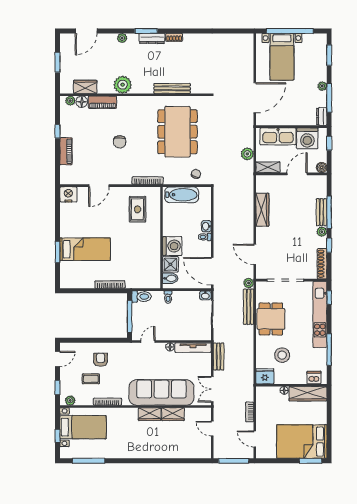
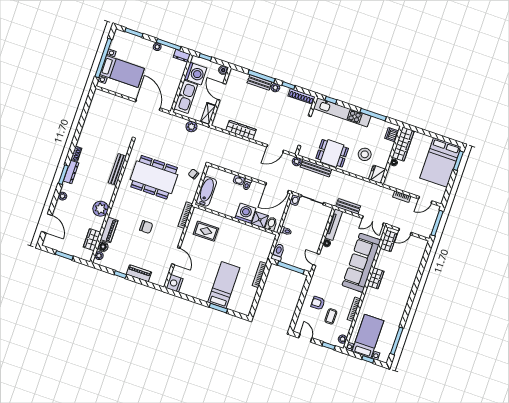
wardrobe: (173, 414) -> (389, 241), moved

